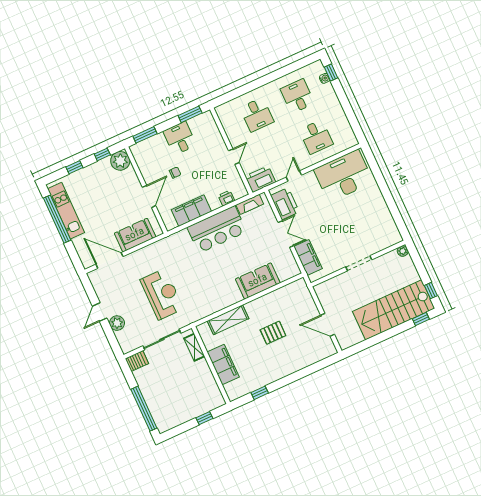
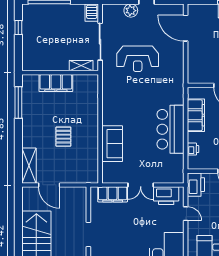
fireplace: (250, 204) -> (179, 166), removed
sofa: (135, 235) -> (197, 59), removed
door: (110, 260) -> (186, 28), swing flipped
shelving: (228, 320) -> (29, 166), moved
door: (328, 325) -> (49, 185), swing flipped
window: (260, 393) -> (18, 103), width x2.17
window: (204, 418) -> (18, 28), moved

